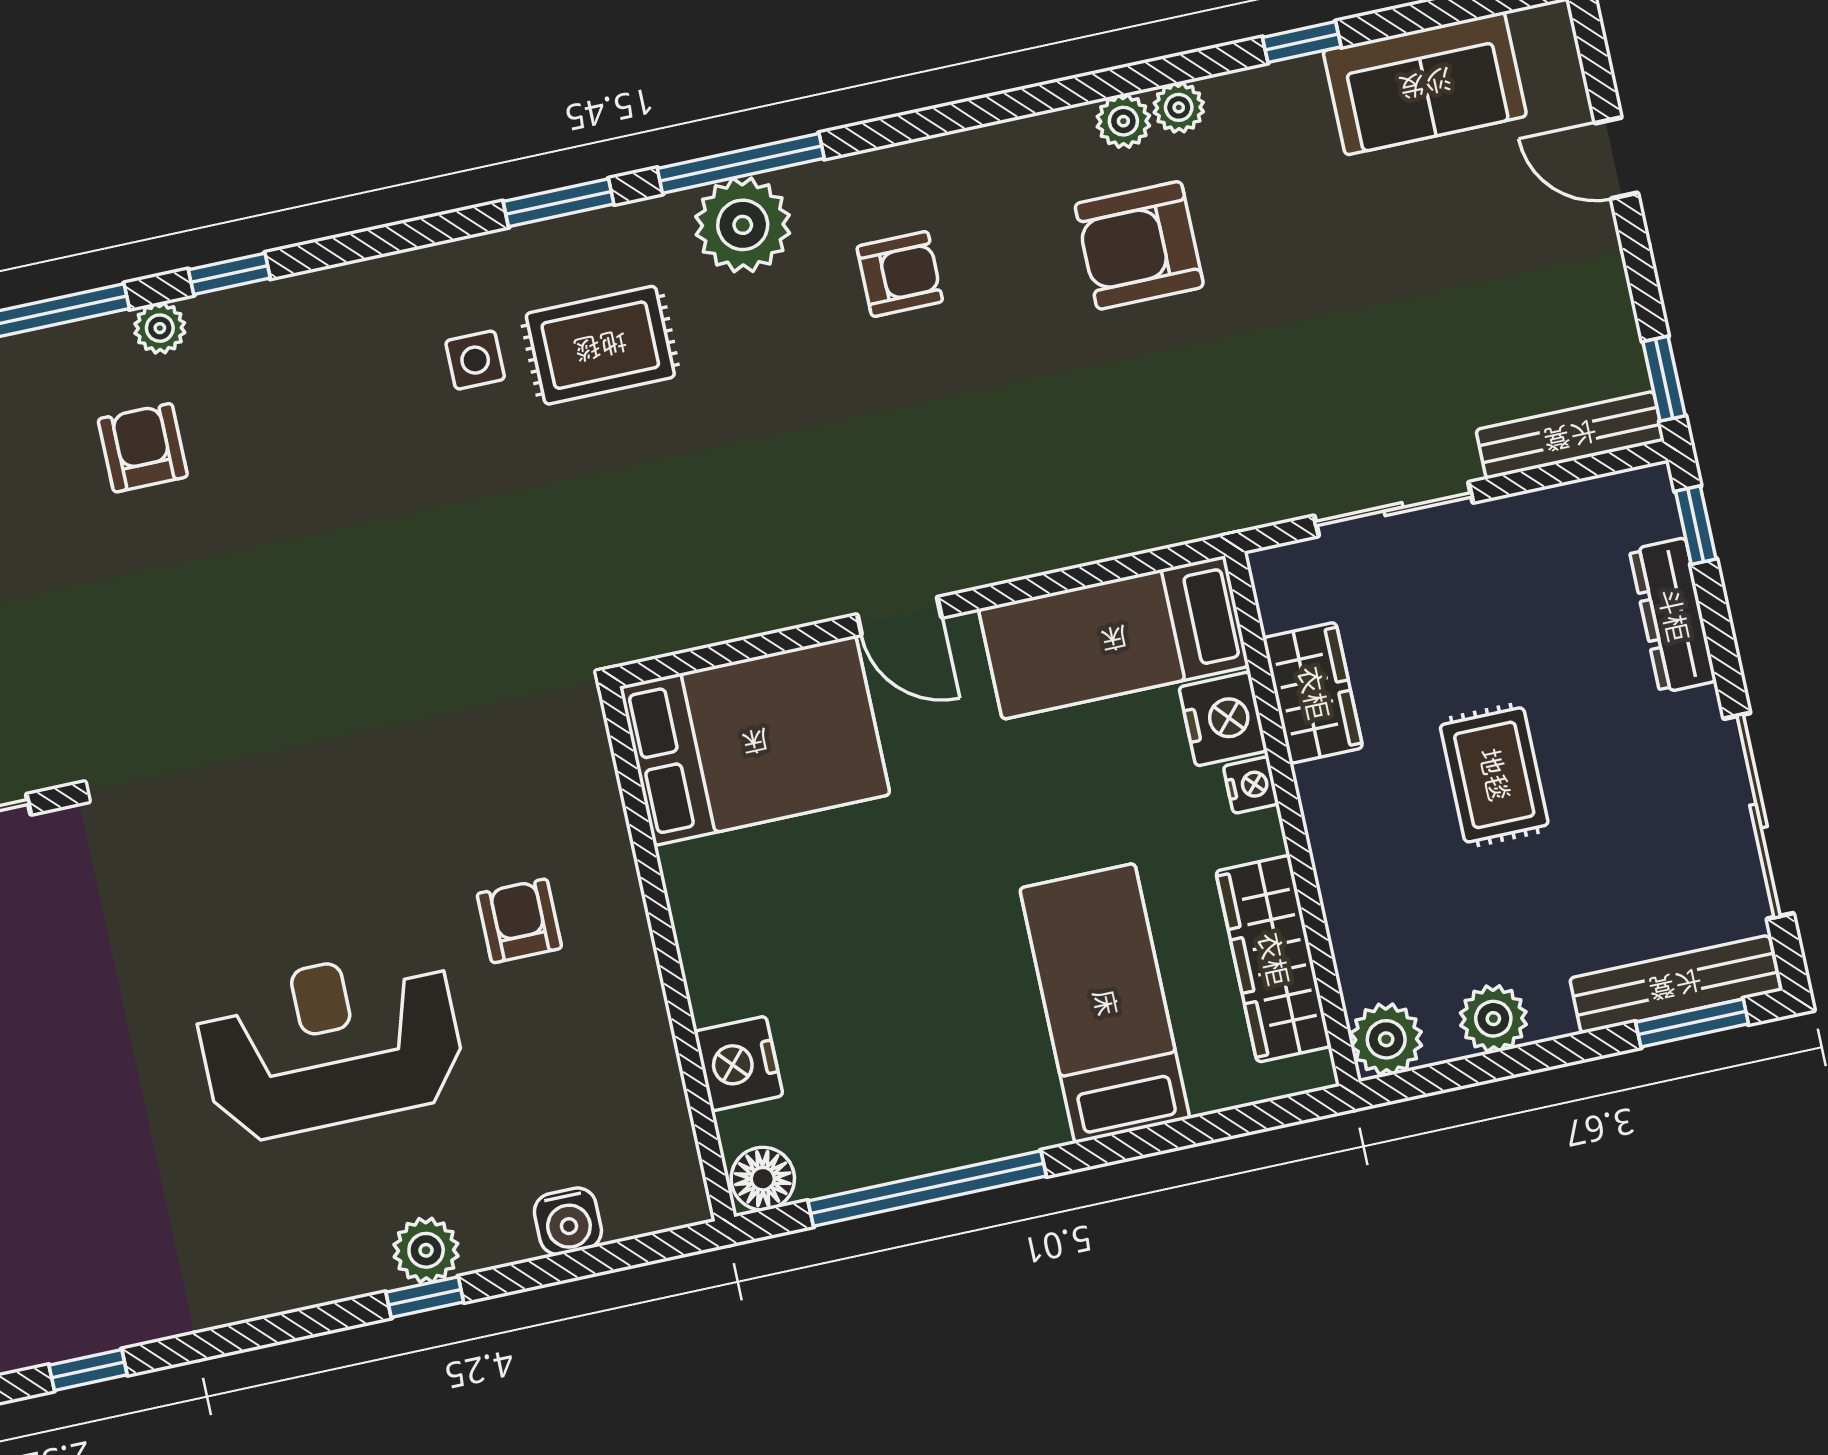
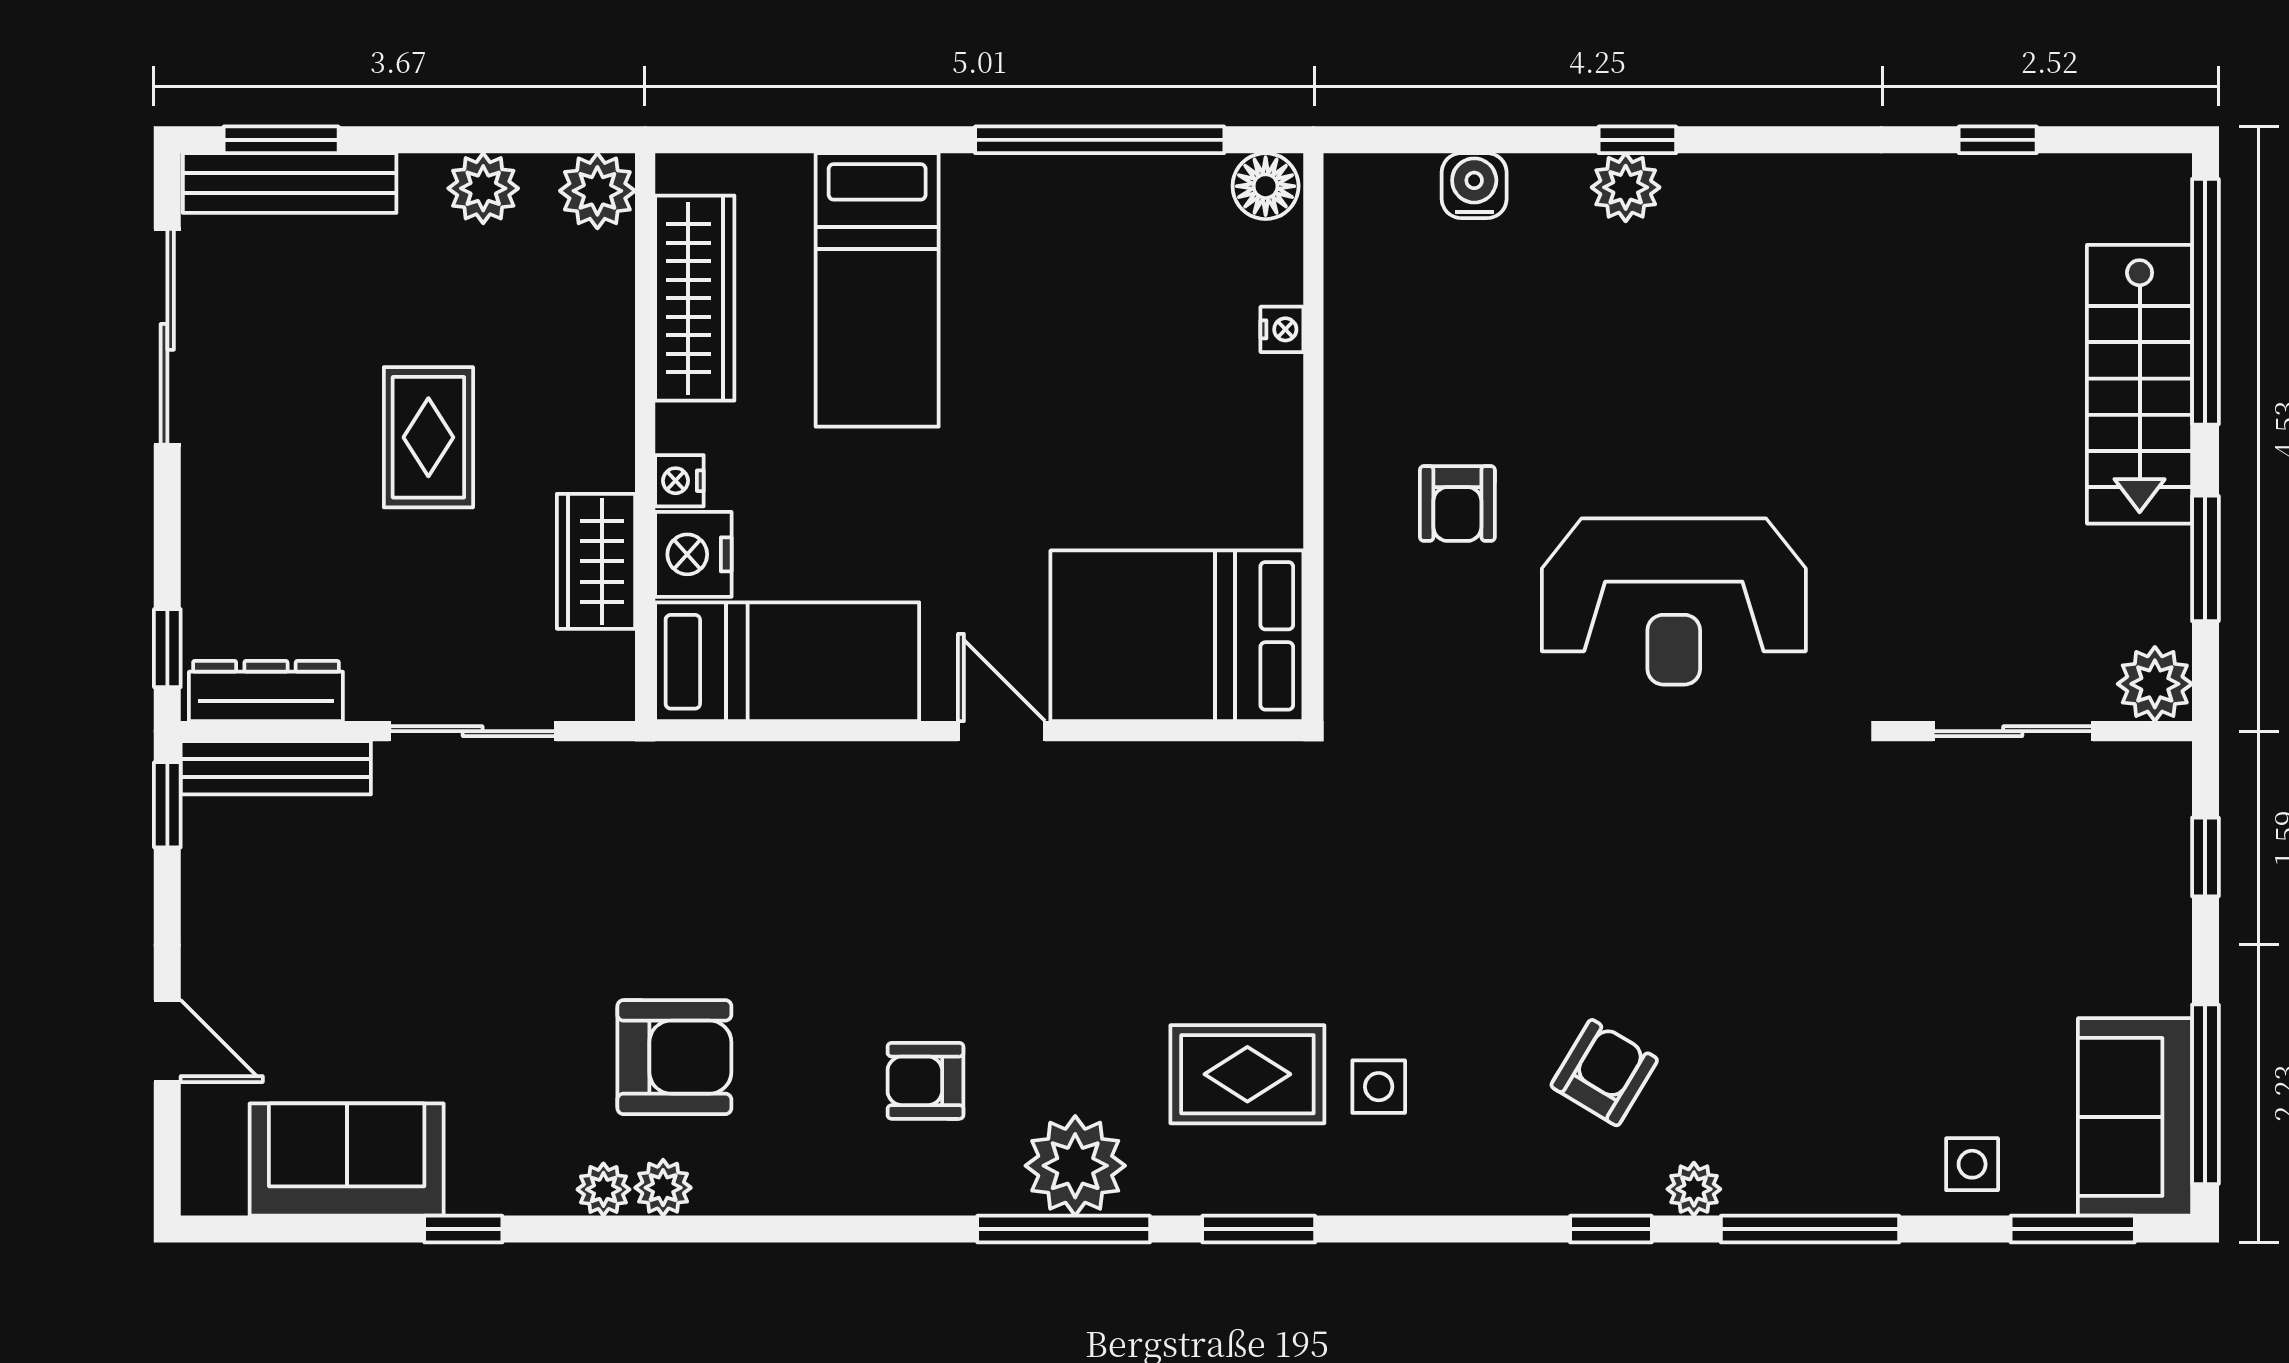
armchair: (143, 448) -> (1604, 1073), moved, turned -149
dresser: (1673, 615) -> (266, 691), moved, turned -90
reception desk: (330, 1044) -> (1674, 601), moved
nightstand: (739, 1064) -> (1282, 329), width x0.53, depth x0.56

